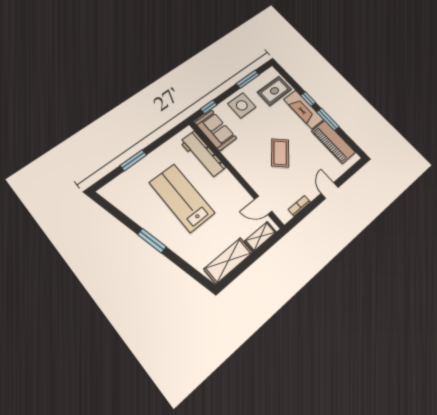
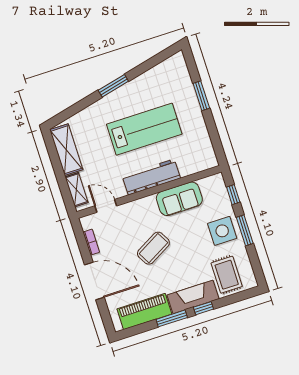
window: (248, 79) -> (245, 230), moved
sofa: (216, 130) -> (179, 199), moved
coffee table: (280, 153) -> (153, 248), turned -72
workbench: (203, 154) -> (151, 177), moved
door: (330, 190) -> (94, 281), width x1.87
door: (263, 205) -> (106, 206), hinge flipped

